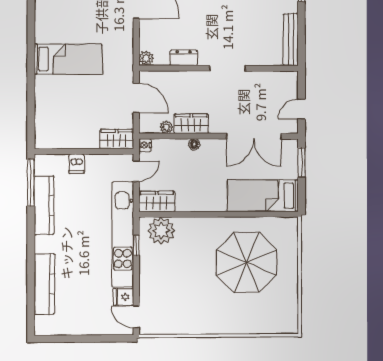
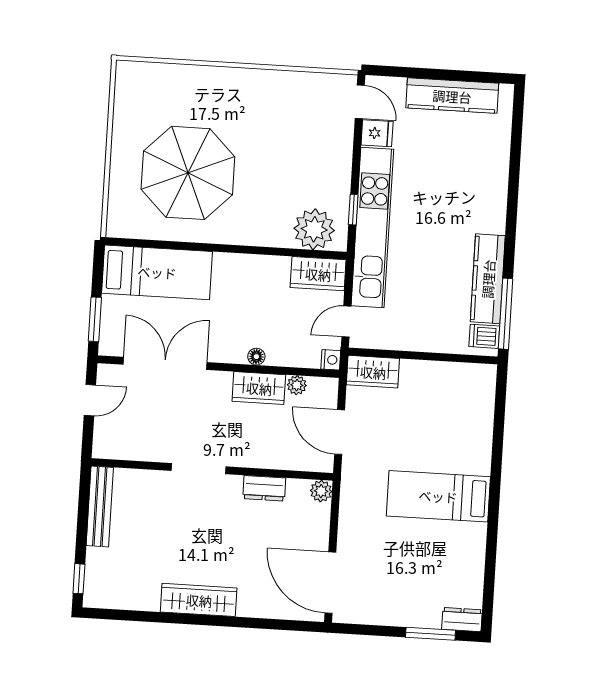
dishwasher: (77, 164) -> (484, 336), moved, turned -90
kitchen counter: (44, 284) -> (452, 96), moved, turned -90

